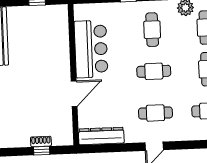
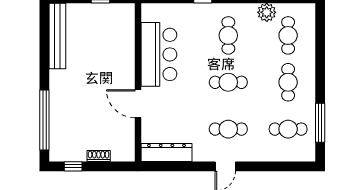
door: (74, 94) -> (138, 104), swing flipped
window: (42, 151) -> (73, 166), moved

